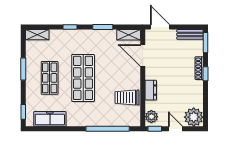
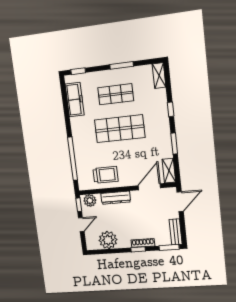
dresser: (151, 90) -> (116, 198), width x1.44
trolley: (127, 98) -> (105, 175), turned 90
plant: (194, 117) -> (108, 240), moved

